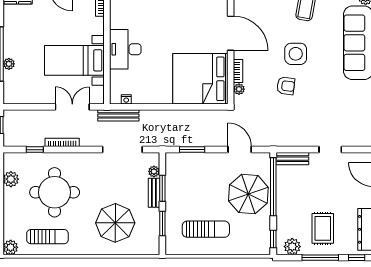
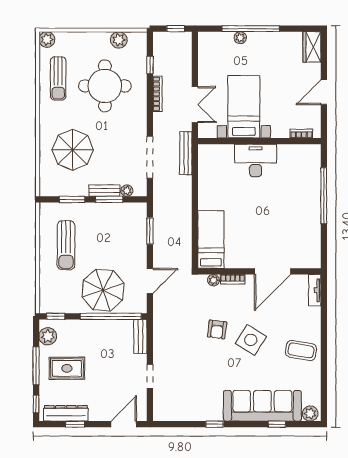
side table: (296, 54) -> (251, 340), turned 32
bed: (200, 79) -> (211, 239), width x0.49
nightstand: (126, 99) -> (203, 161), removed

